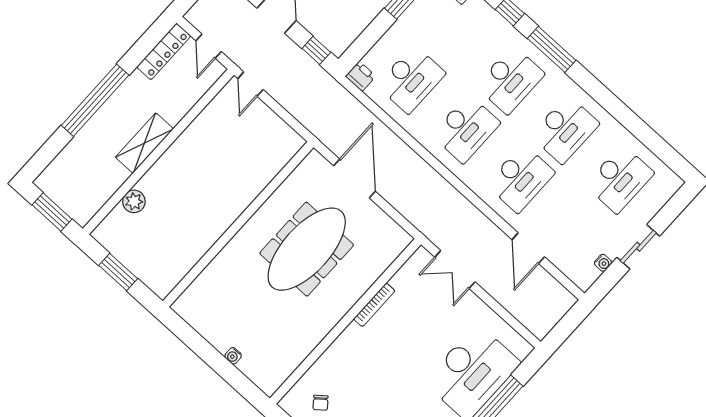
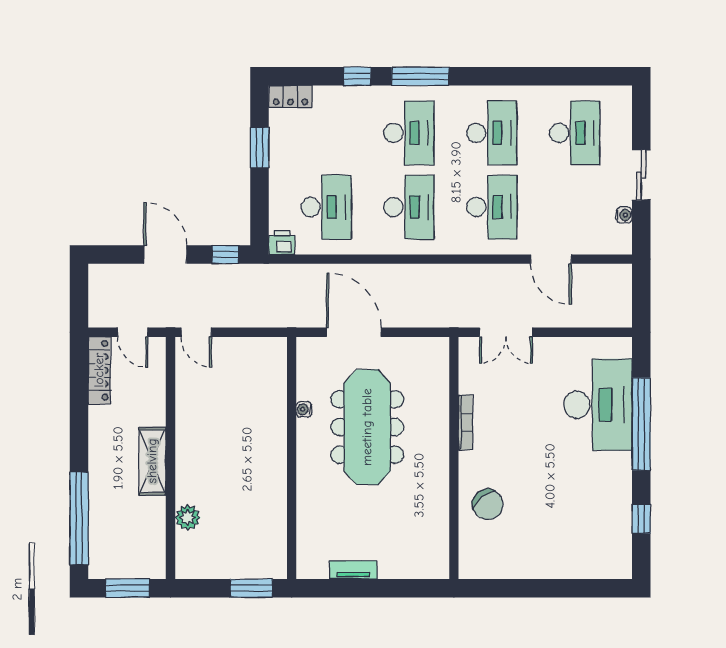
window: (95, 100) -> (79, 518), moved
window: (118, 272) -> (251, 588), moved
tv unit: (212, 335) -> (353, 570), added
water cooler: (233, 356) -> (304, 409), moved, turned 90
chair: (320, 403) -> (488, 505), moved, width x1.87, depth x1.87

